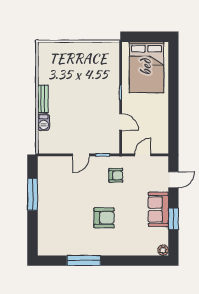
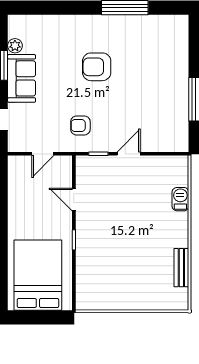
bench: (43, 99) -> (181, 268), moved
plant: (163, 250) -> (15, 46), moved

